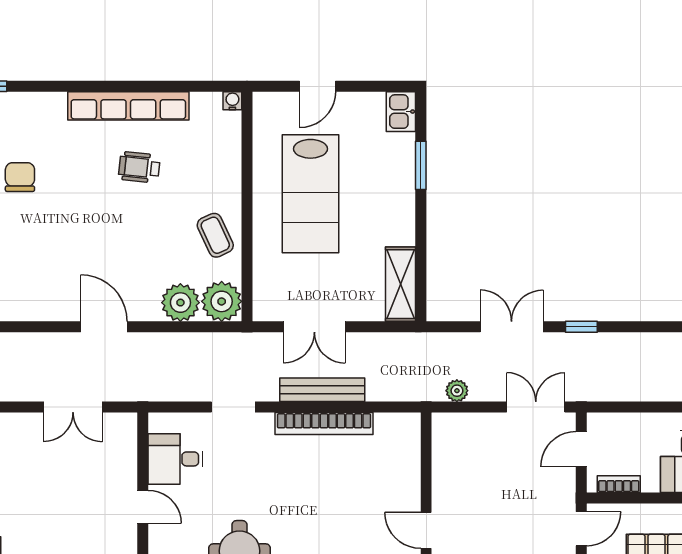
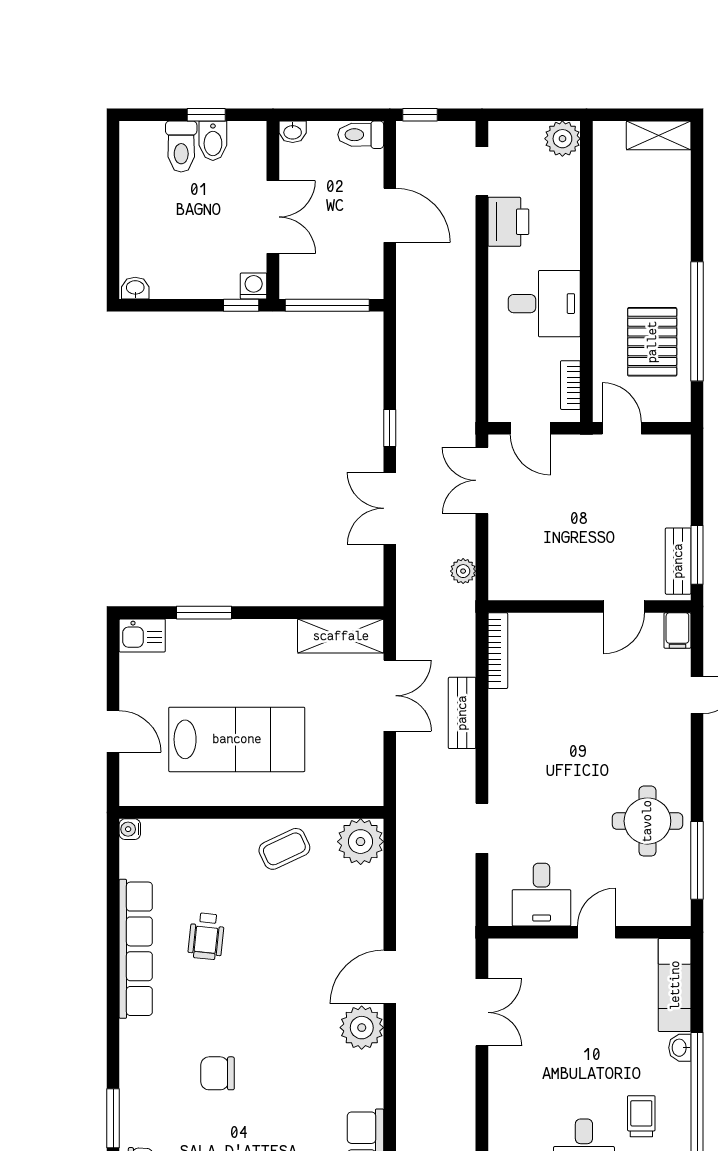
plant: (180, 303) -> (362, 1028), moved
double door: (314, 327) -> (390, 696), moved
bench: (322, 390) -> (462, 713), width x0.73
bookcase: (324, 424) -> (498, 651), moved, width x0.68, depth x0.76

